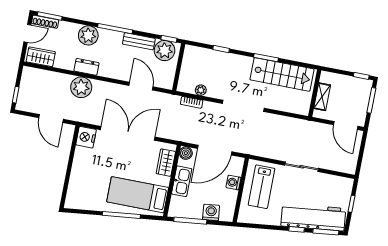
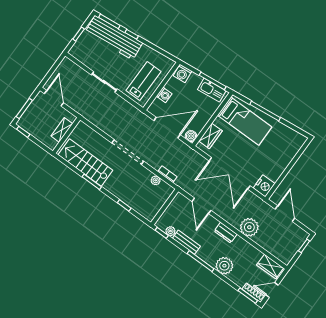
plant: (165, 51) -> (170, 231), width x0.53, depth x0.53
dresser: (87, 67) -> (226, 233), moved
kitchen sink: (182, 181) -> (212, 90), moved, turned -96
washing machine: (211, 212) -> (182, 73), moved

